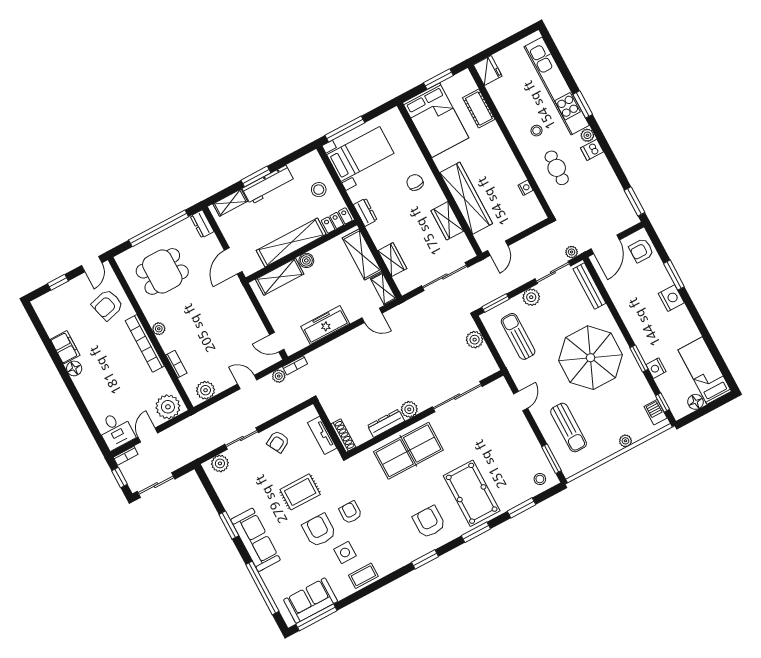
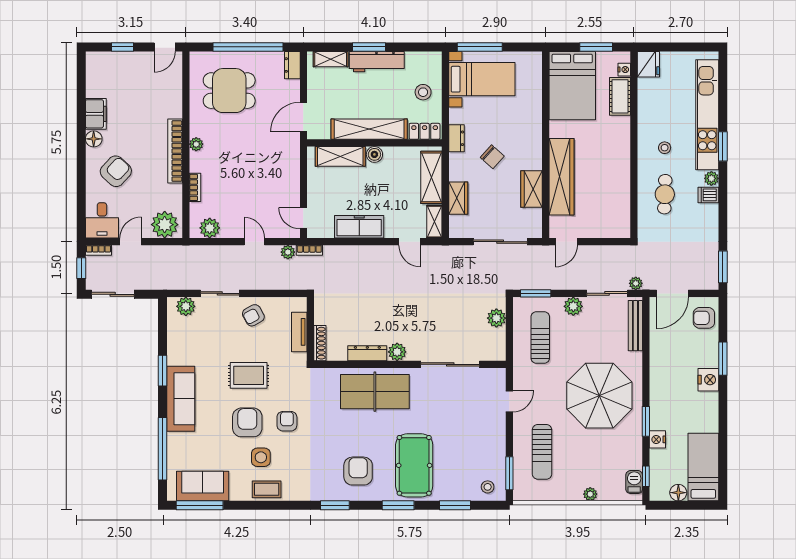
chair: (415, 182) -> (492, 157), moved, turned 132
nightstand: (525, 188) -> (624, 70), moved
armchair: (107, 305) -> (116, 171), moved, turned 148

